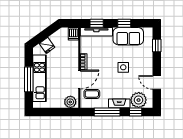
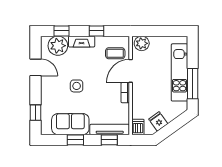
fridge: (47, 45) -> (158, 121), moved
window: (29, 79) -> (193, 84), moved
window: (107, 112) -> (96, 31), width x0.46

